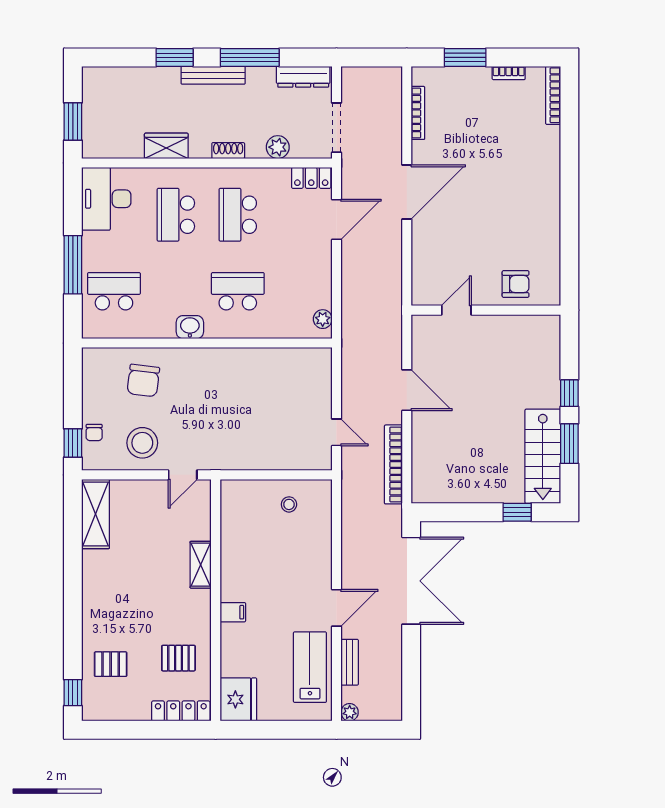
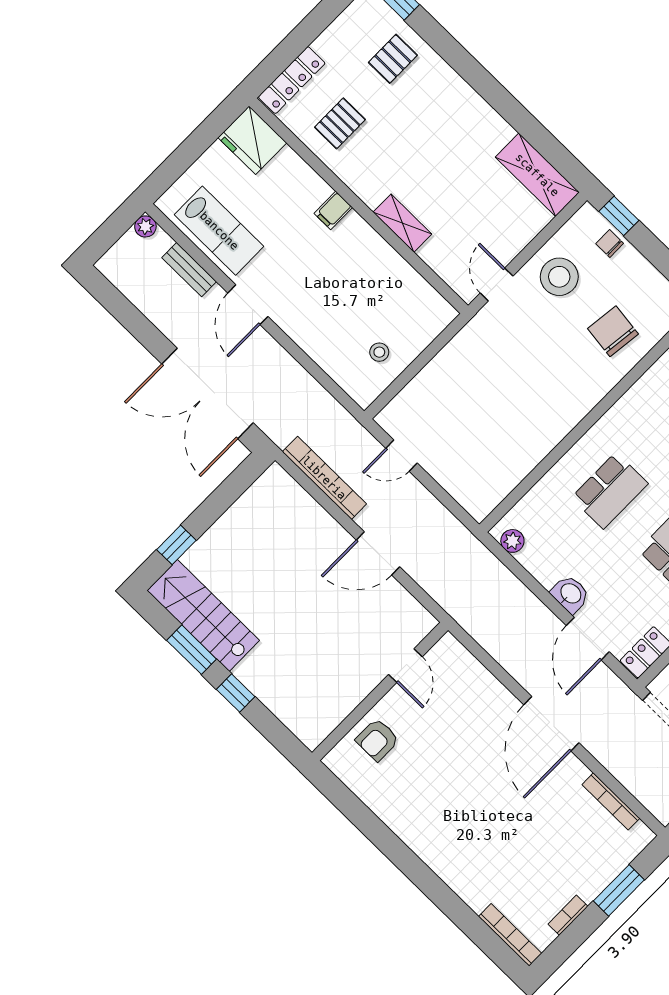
washbasin: (190, 327) -> (570, 594), moved, turned -90

